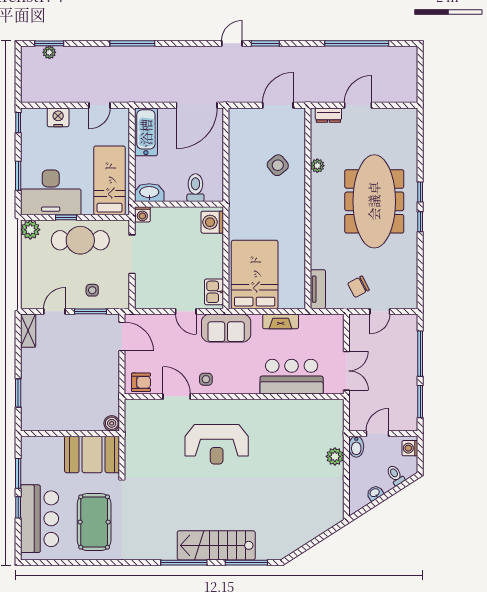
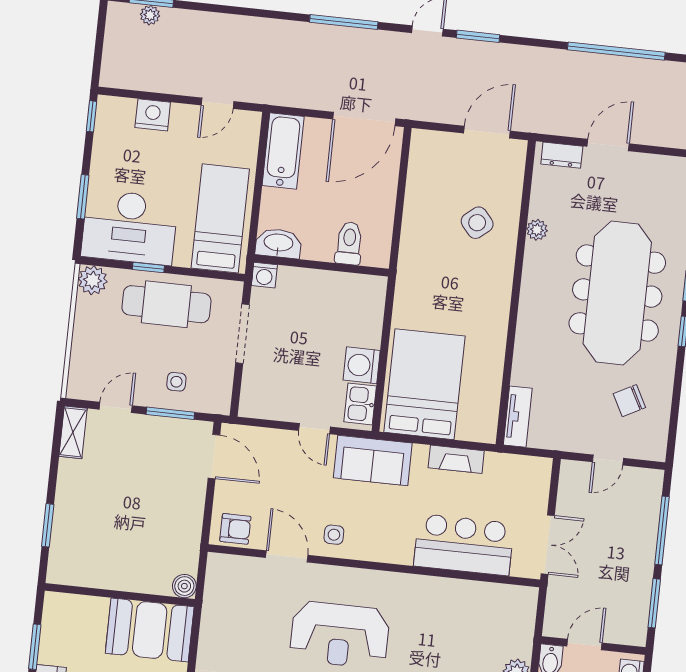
window: (132, 43) -> (344, 22), moved
washing machine: (212, 222) -> (362, 365), moved
chair: (358, 287) -> (629, 401), moved

